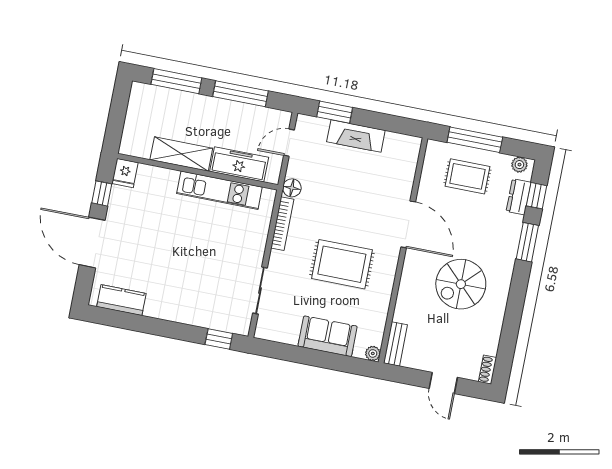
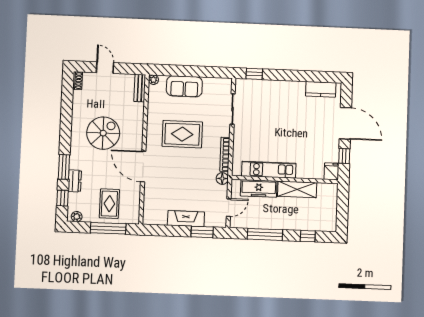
window: (176, 81) -> (308, 236), width x0.46
rug: (467, 176) -> (109, 204), turned 90
dresser: (519, 197) -> (75, 181), moved

